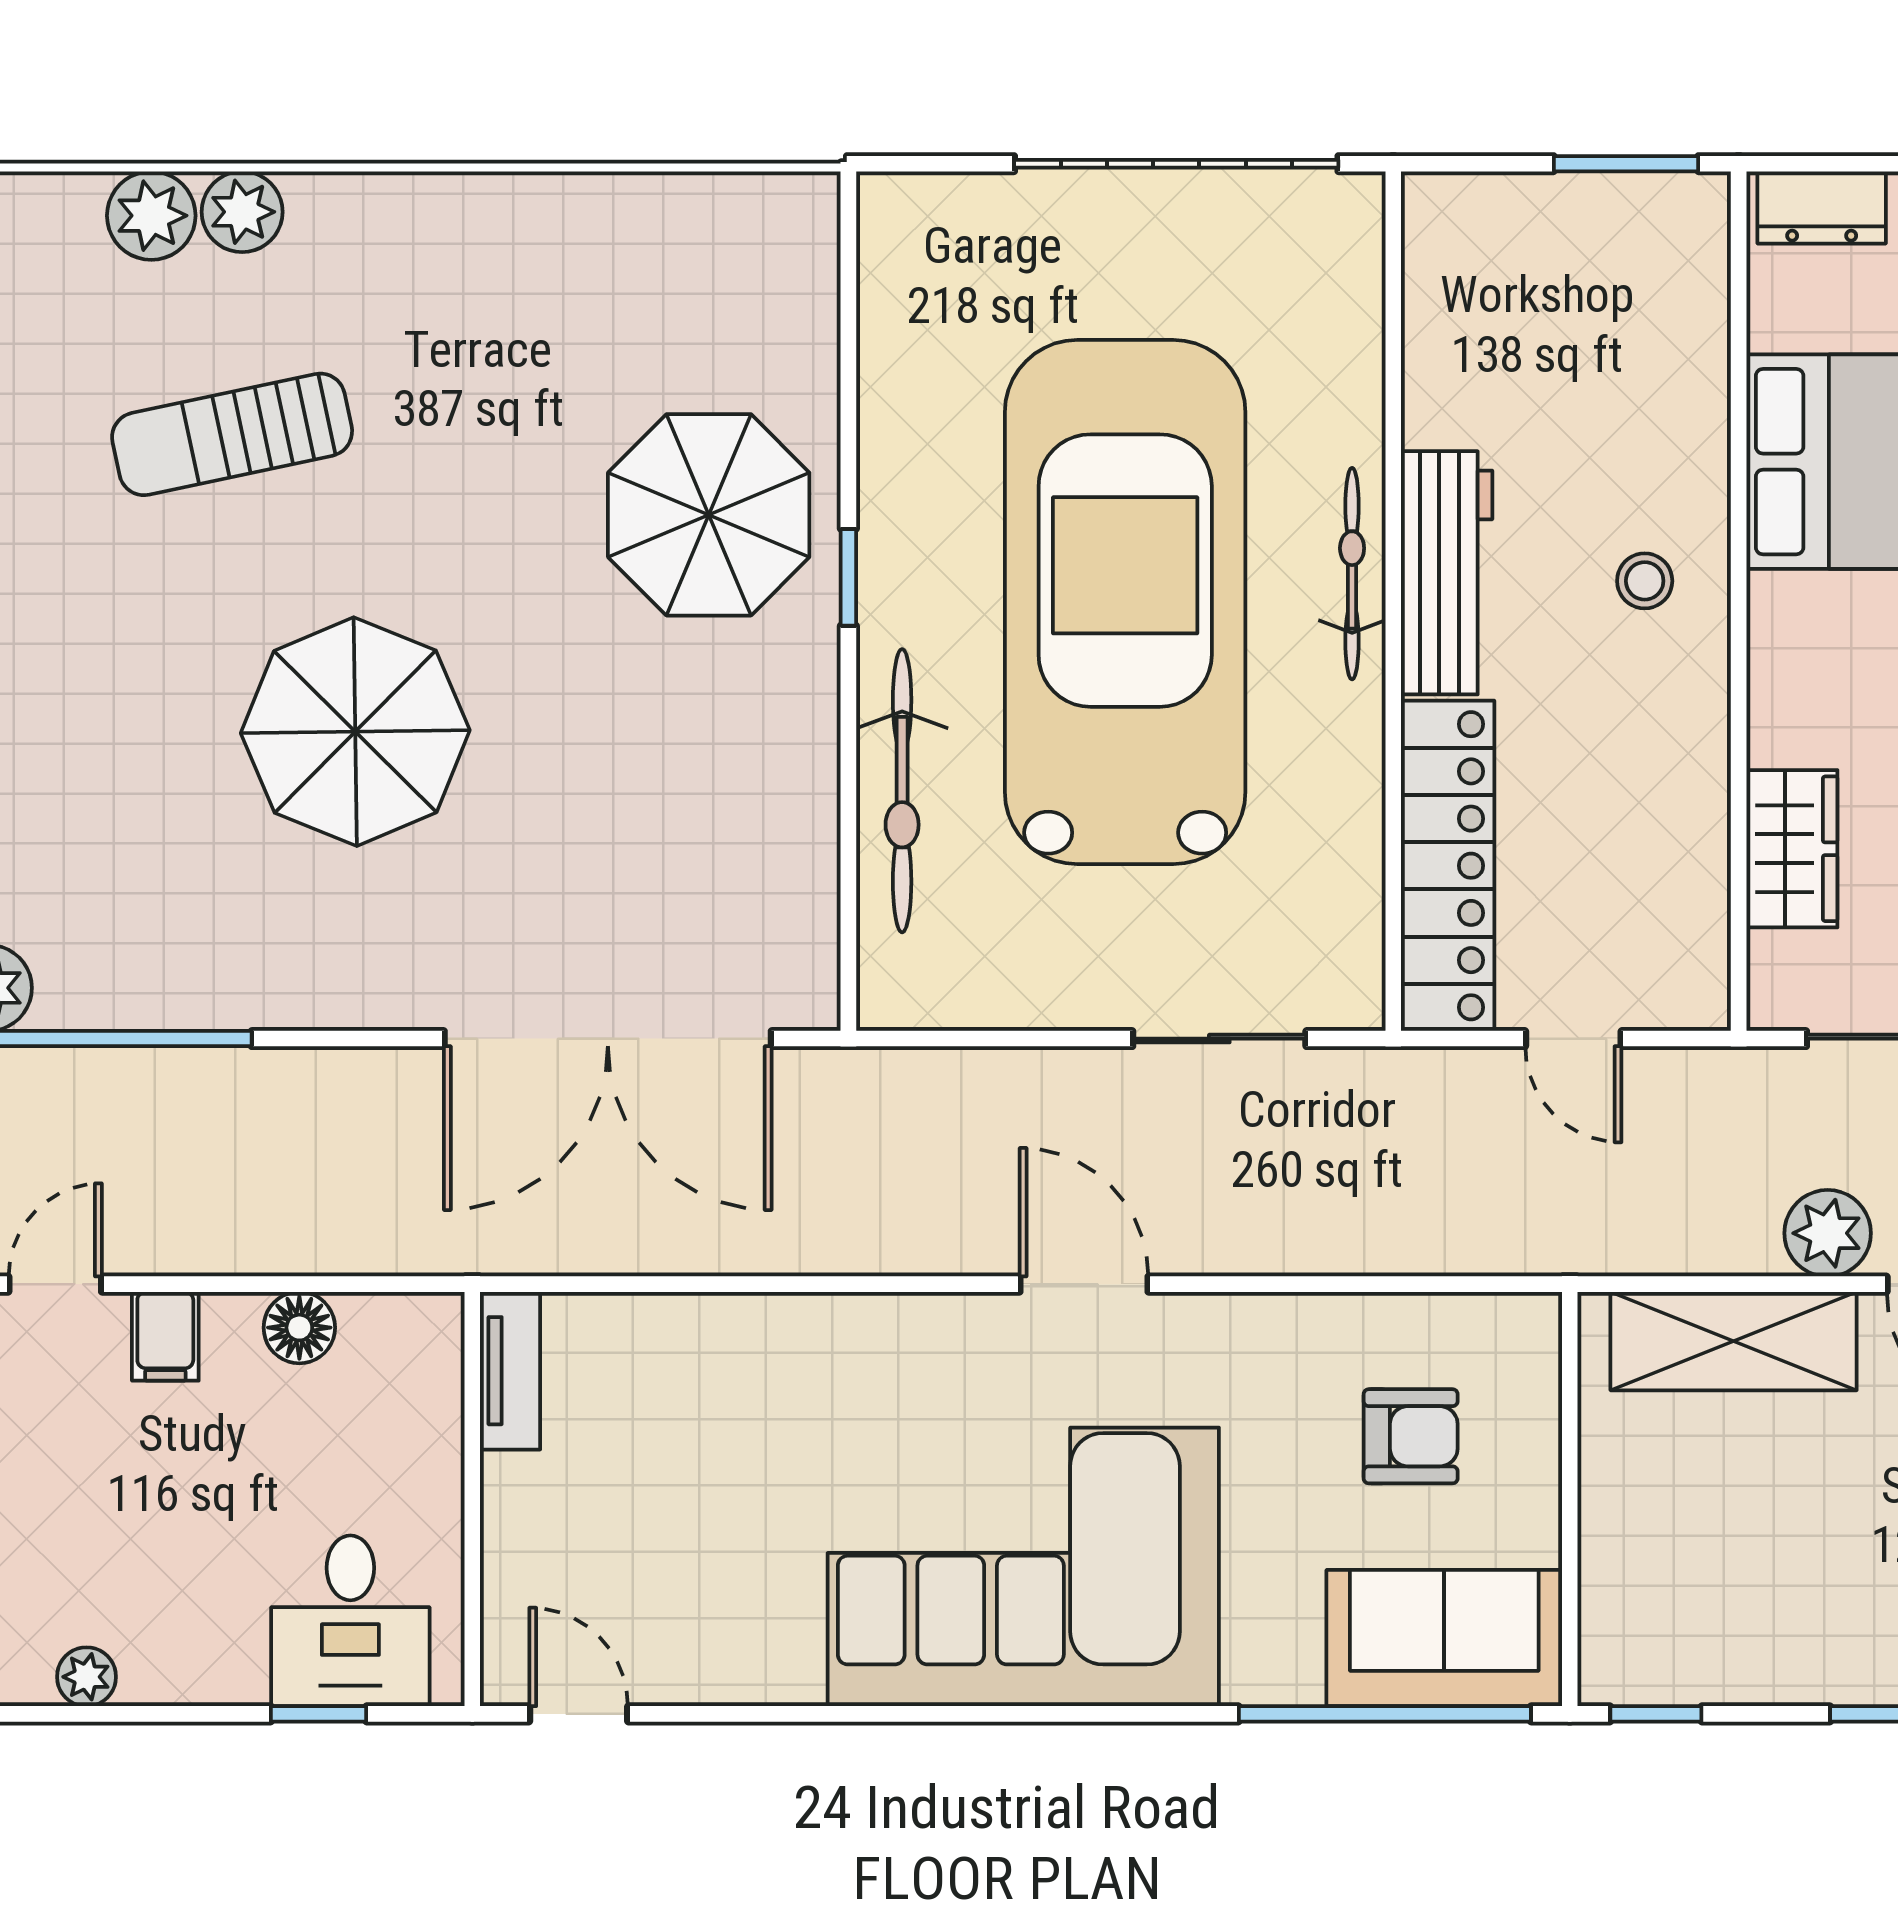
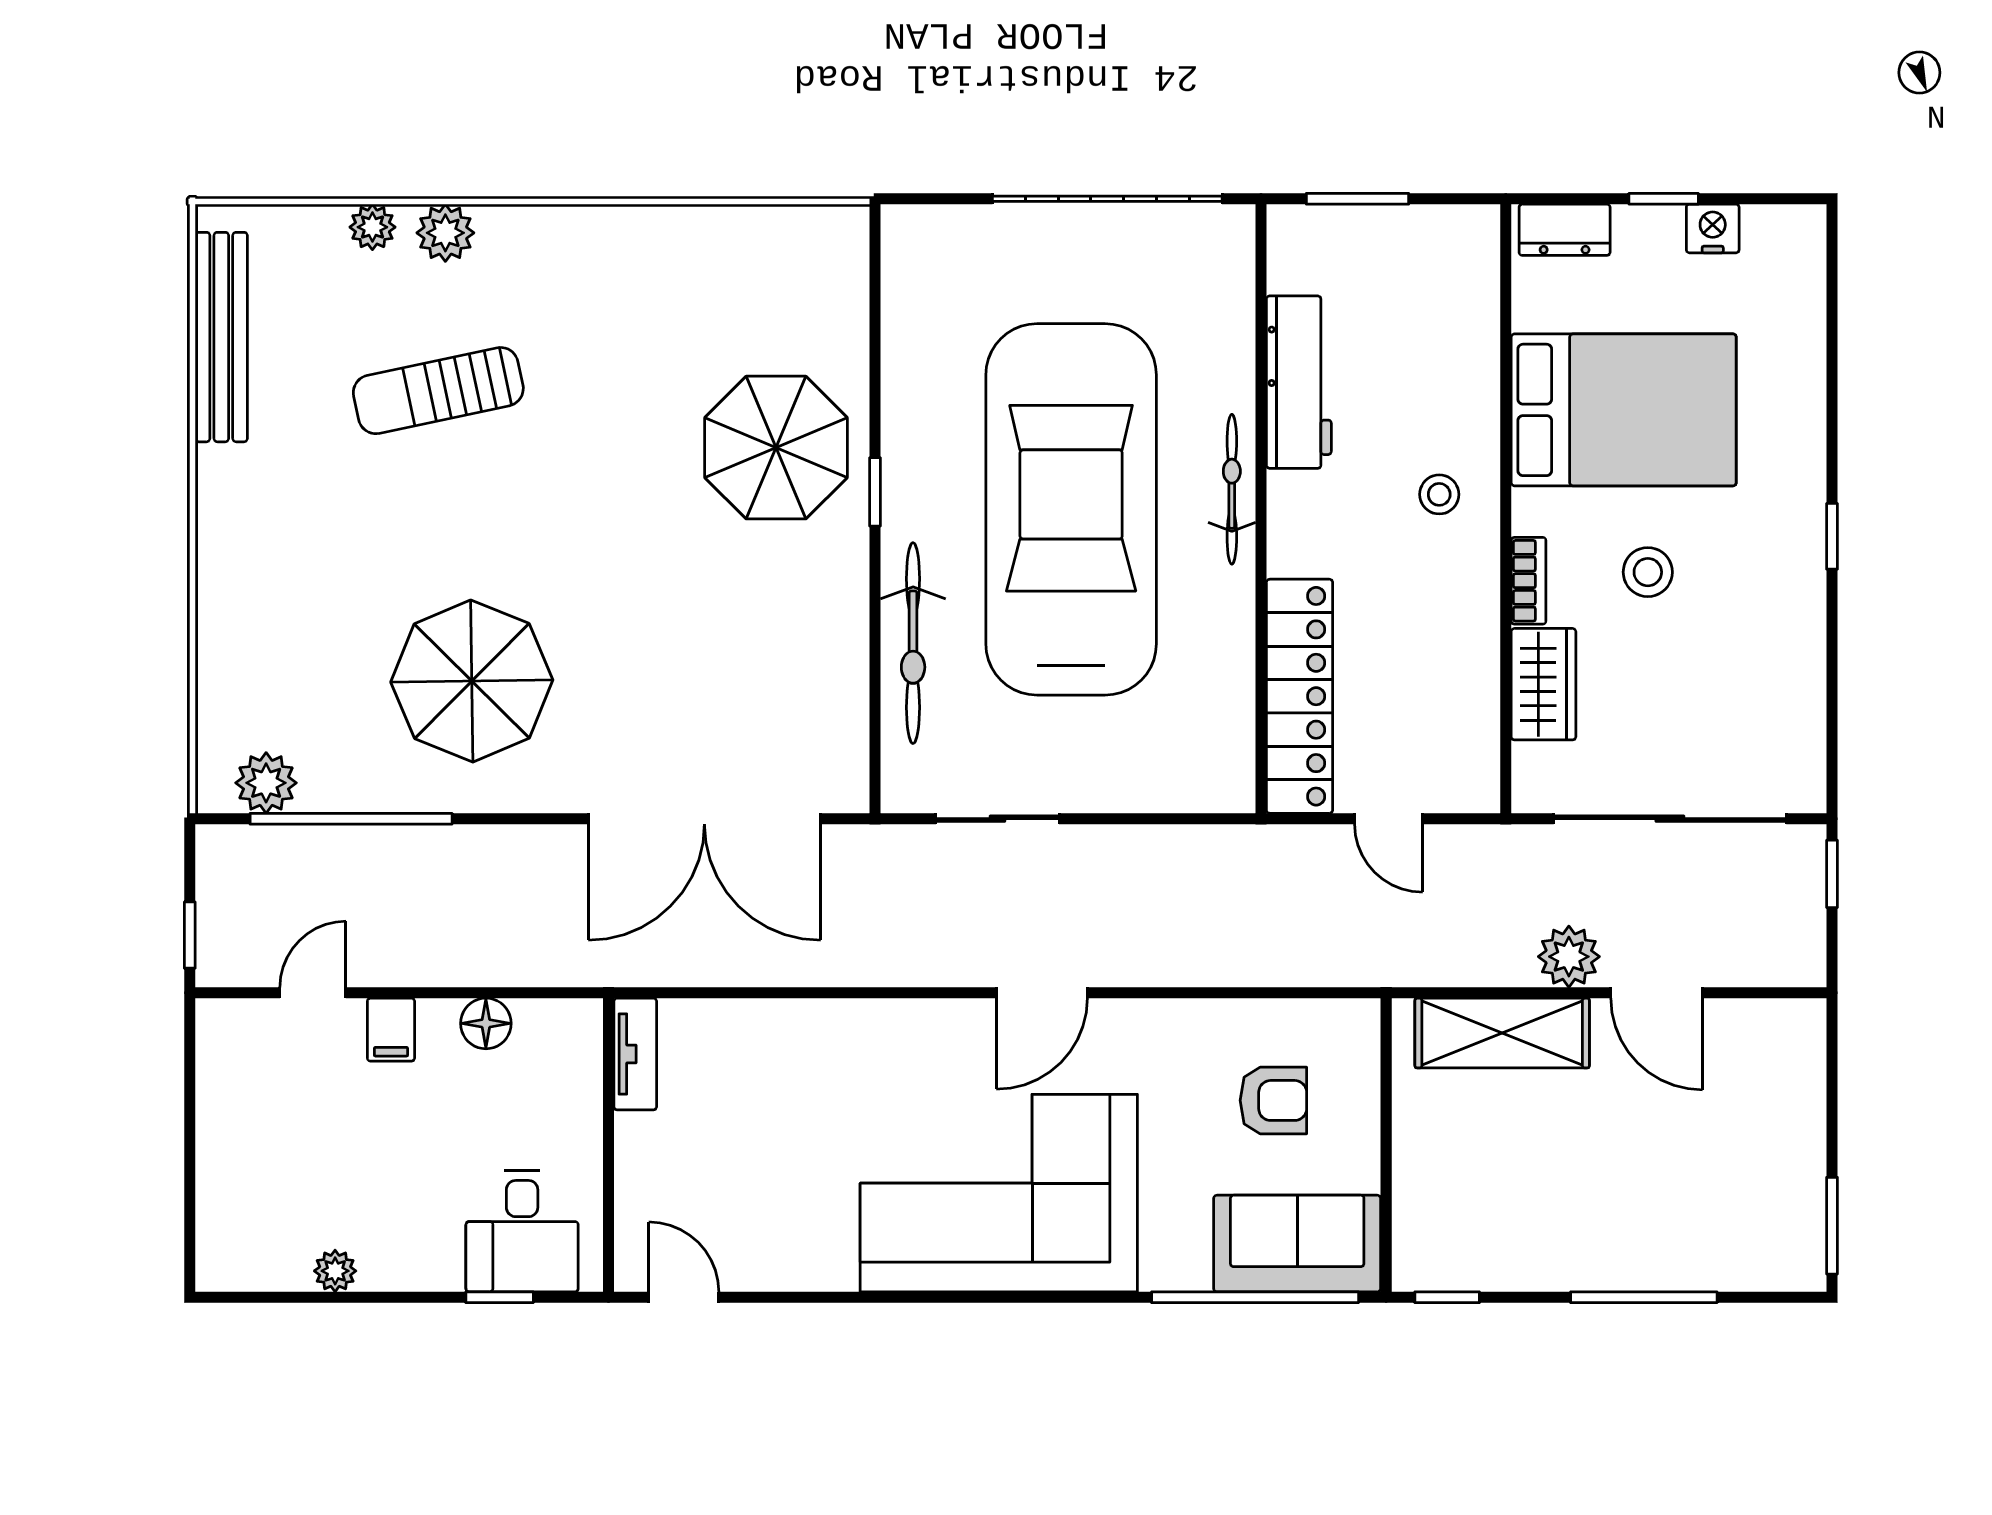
window: (1626, 164) -> (1358, 199), moved
plant: (151, 216) -> (372, 227), width x0.73, depth x0.73
workbench: (1447, 573) -> (1299, 382), moved
bookcase: (1771, 703) -> (1529, 581), added
parasol: (355, 732) -> (472, 681), moved
sliding door: (1219, 1039) -> (997, 819), moved
door: (1084, 1284) -> (1042, 993), swing flipped

